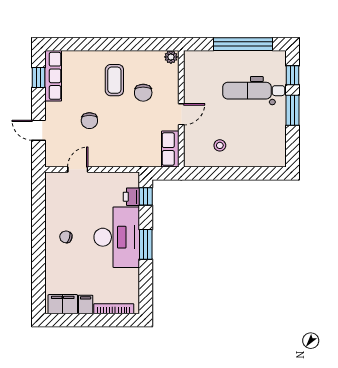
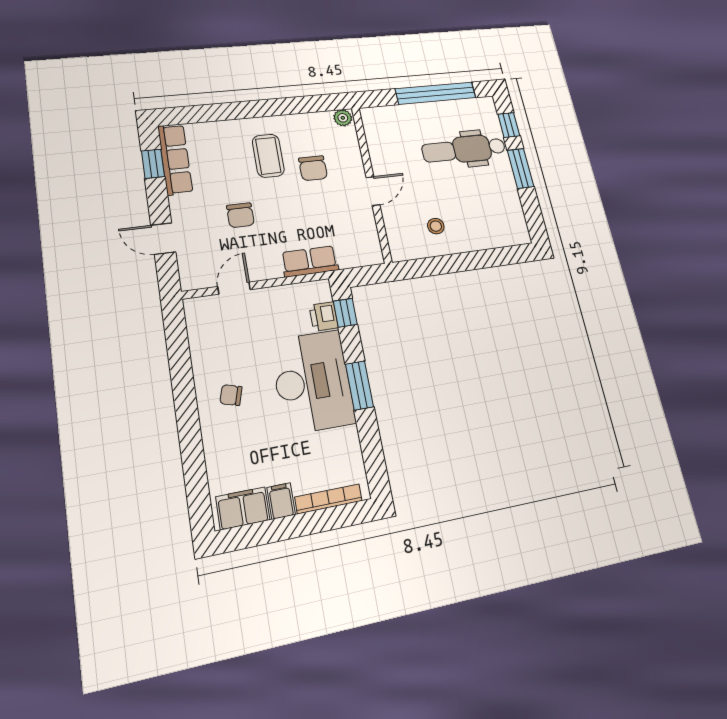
row of seats: (170, 149) -> (310, 261), moved, turned 90

